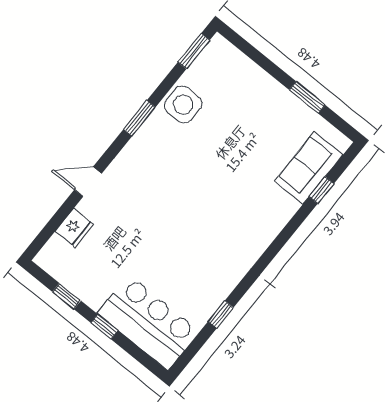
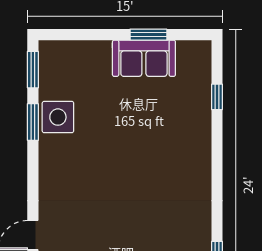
window: (139, 118) -> (33, 122), moved
sofa: (309, 168) -> (144, 58), moved, turned -90

